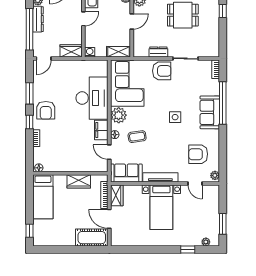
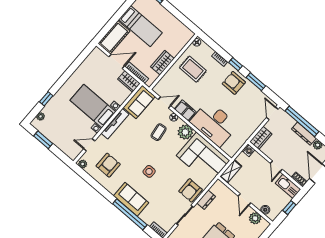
rug: (63, 152) -> (193, 69), added
bed: (43, 197) -> (140, 26), moved, turned 180

